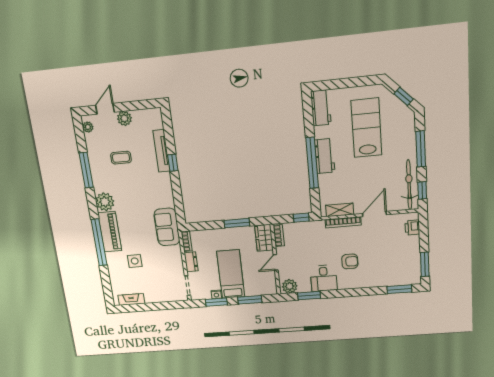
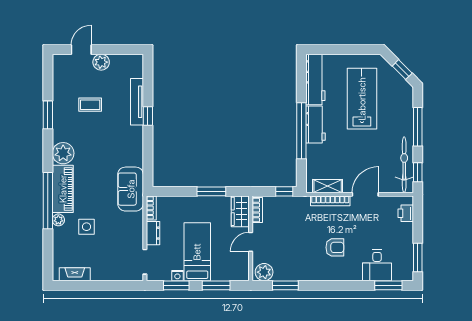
workbench: (321, 108) -> (315, 79), width x1.38
plant: (88, 127) -> (58, 220), moved
window: (86, 170) -> (48, 115), width x0.69
desk: (324, 278) -> (377, 265), moved

